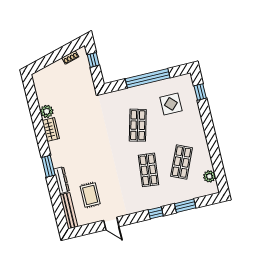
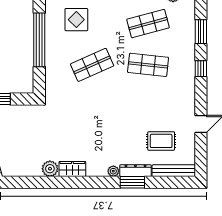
shop shelf: (138, 125) -> (92, 65), turned -39
shop shelf: (182, 162) -> (148, 24), turned -39
plant: (57, 163) -> (113, 171), added
window: (48, 166) -> (132, 182), moved

